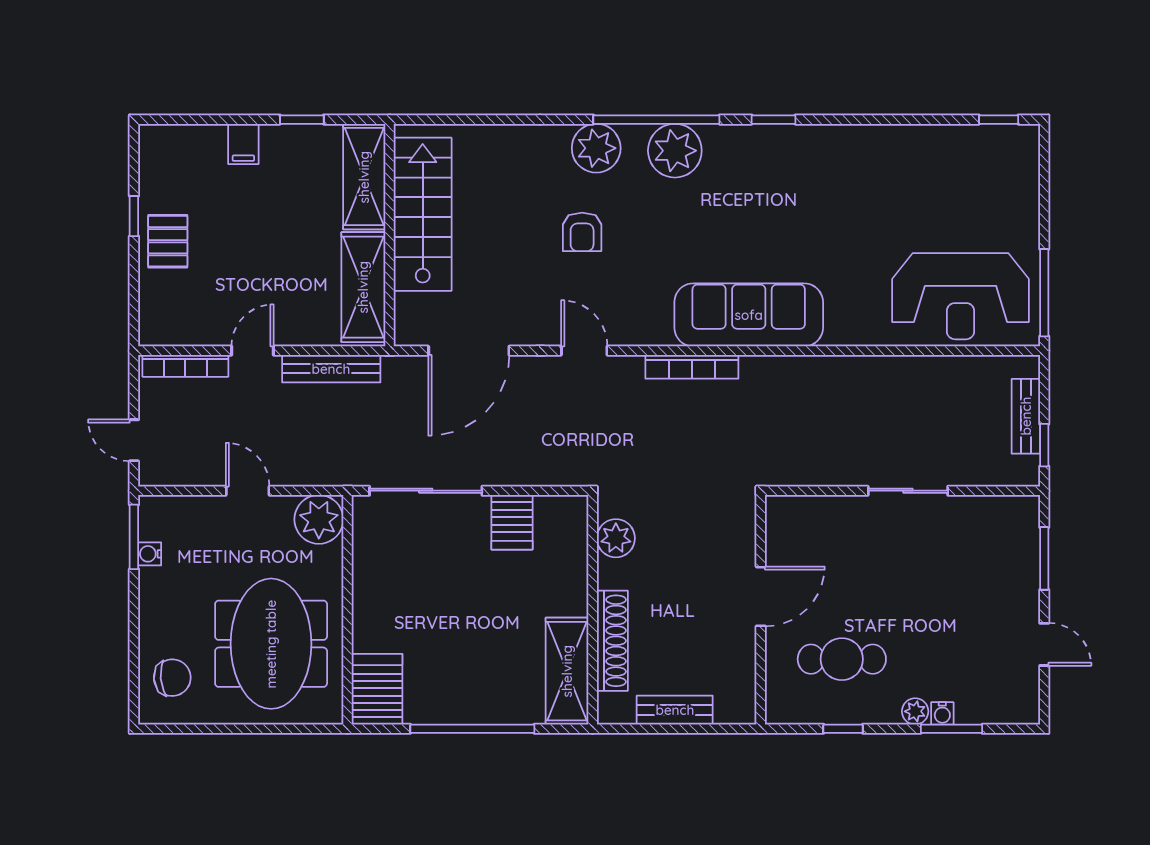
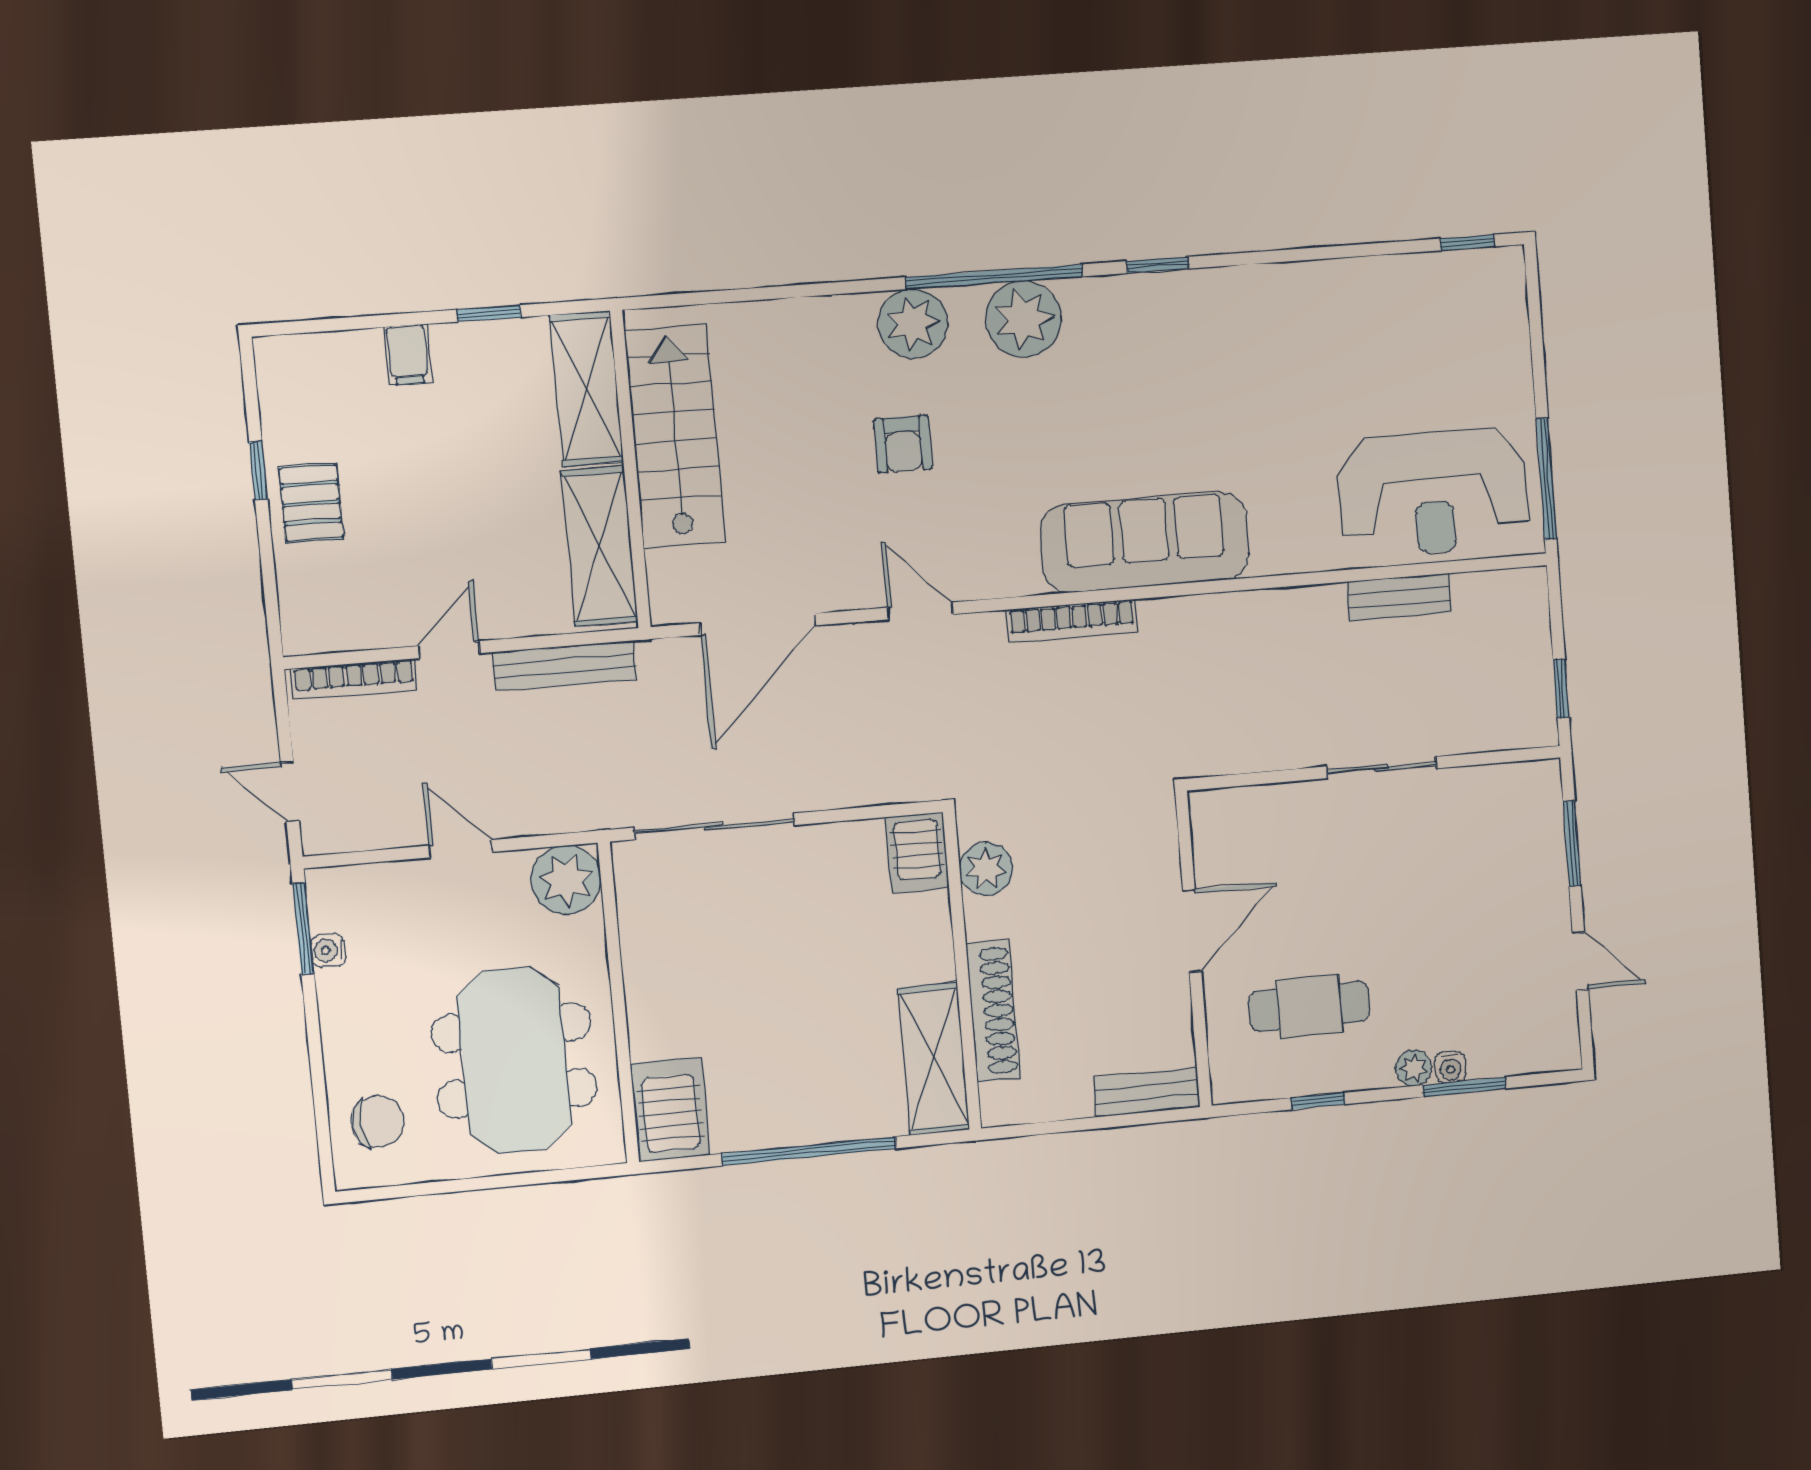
bench: (1026, 416) -> (1399, 597), moved, turned 90
server rack: (512, 522) -> (917, 853), moved
bench: (675, 710) -> (1147, 1092), moved

